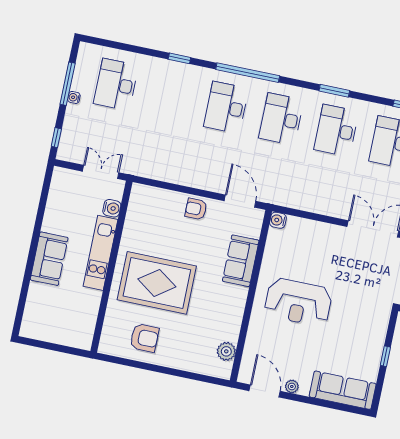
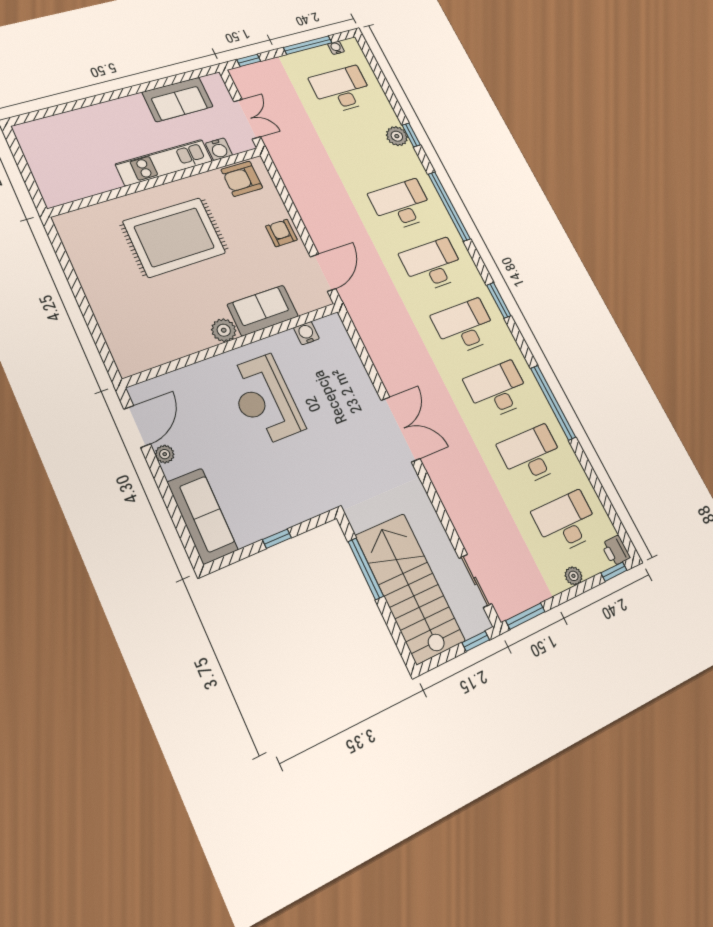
plant: (174, 70) -> (397, 136), added
water cooler: (74, 97) -> (336, 48), moved
water cooler: (278, 220) -> (306, 333), moved
sofa: (49, 259) -> (178, 99), moved
rug: (157, 283) -> (174, 237), turned 90
armchair: (144, 338) -> (242, 179), moved, turned 90
plant: (226, 351) -> (224, 330), moved

